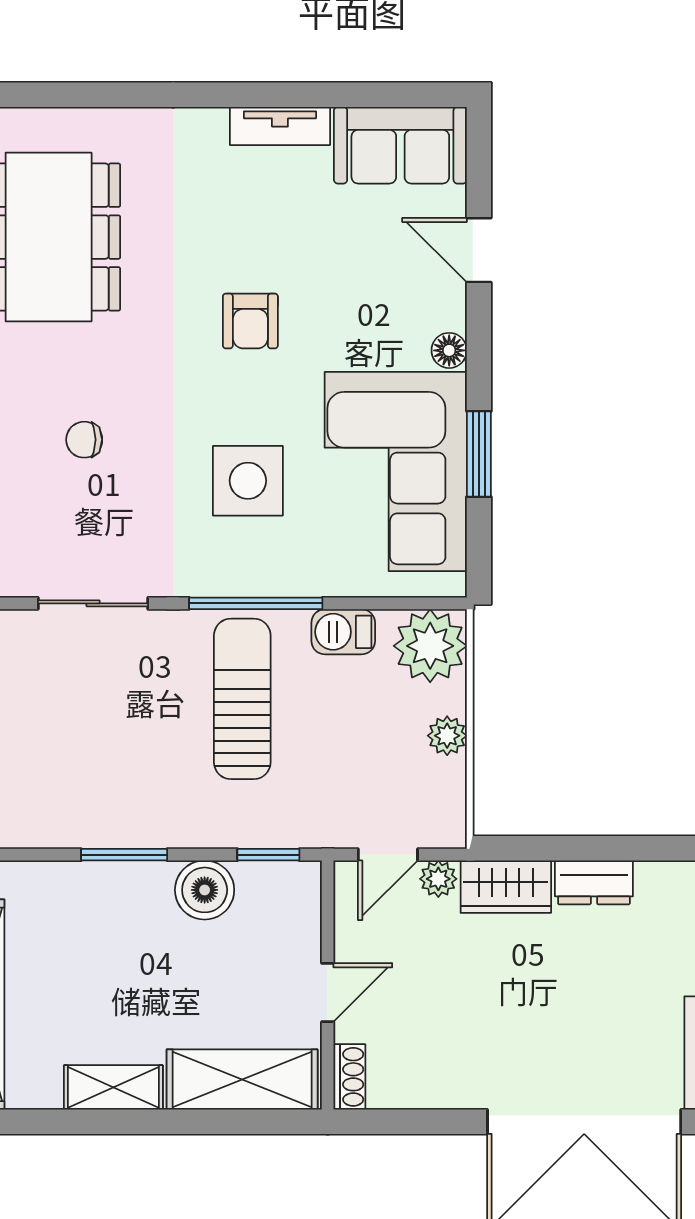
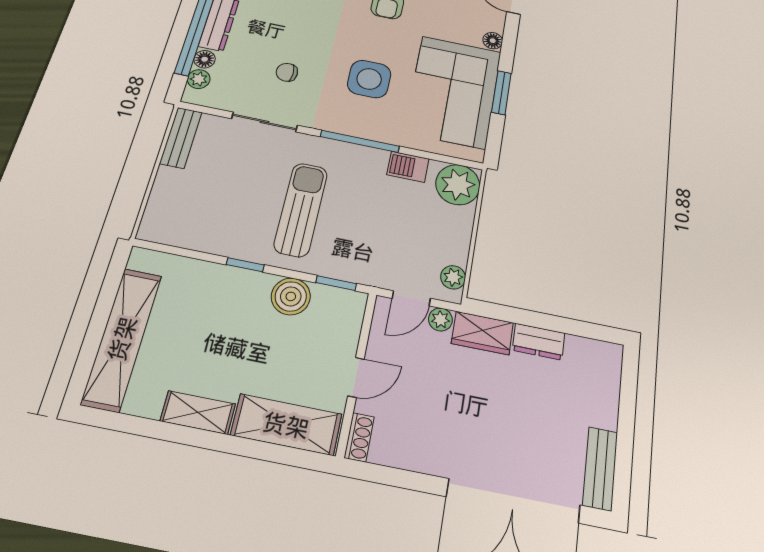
chair: (84, 440) -> (287, 72), moved
sun lounger: (242, 699) -> (301, 209), moved
plant: (447, 736) -> (453, 277), moved
window: (124, 855) -> (245, 265), width x0.67

